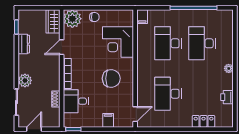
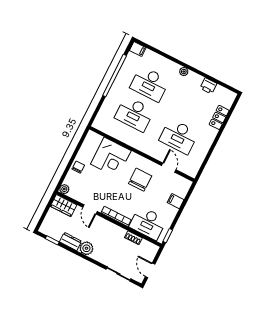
filing cabinet: (142, 17) -> (138, 49), moved
plant: (72, 19) -> (64, 189), width x0.53, depth x0.53
plant: (25, 80) -> (86, 248), moved
desk: (76, 101) -> (148, 223), width x1.37
door: (135, 114) -> (169, 168), moved

